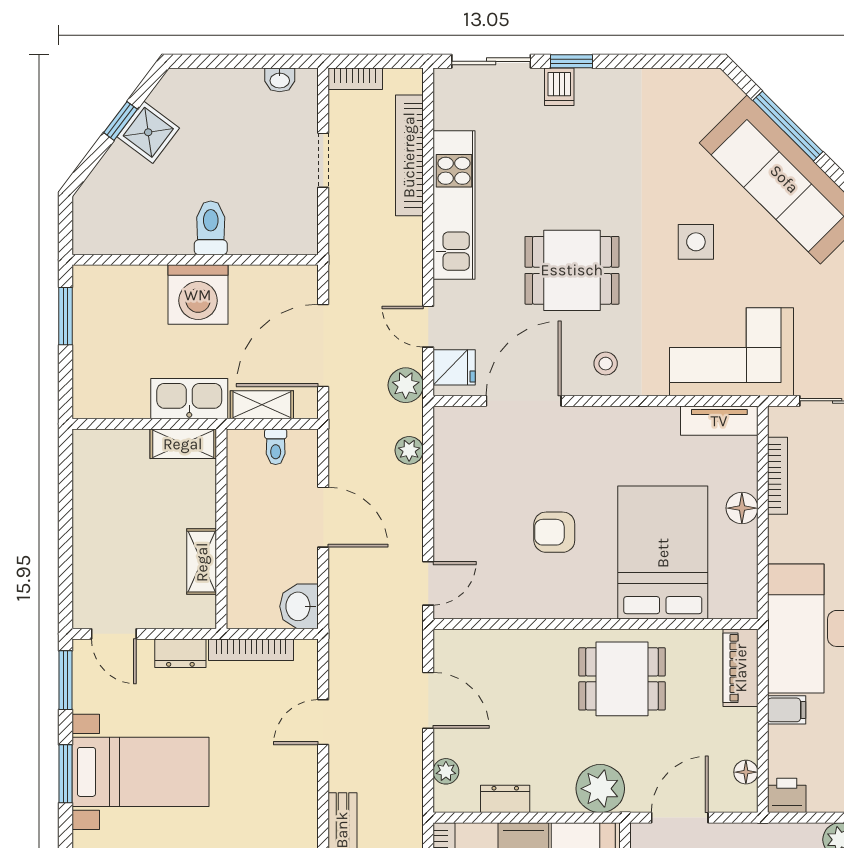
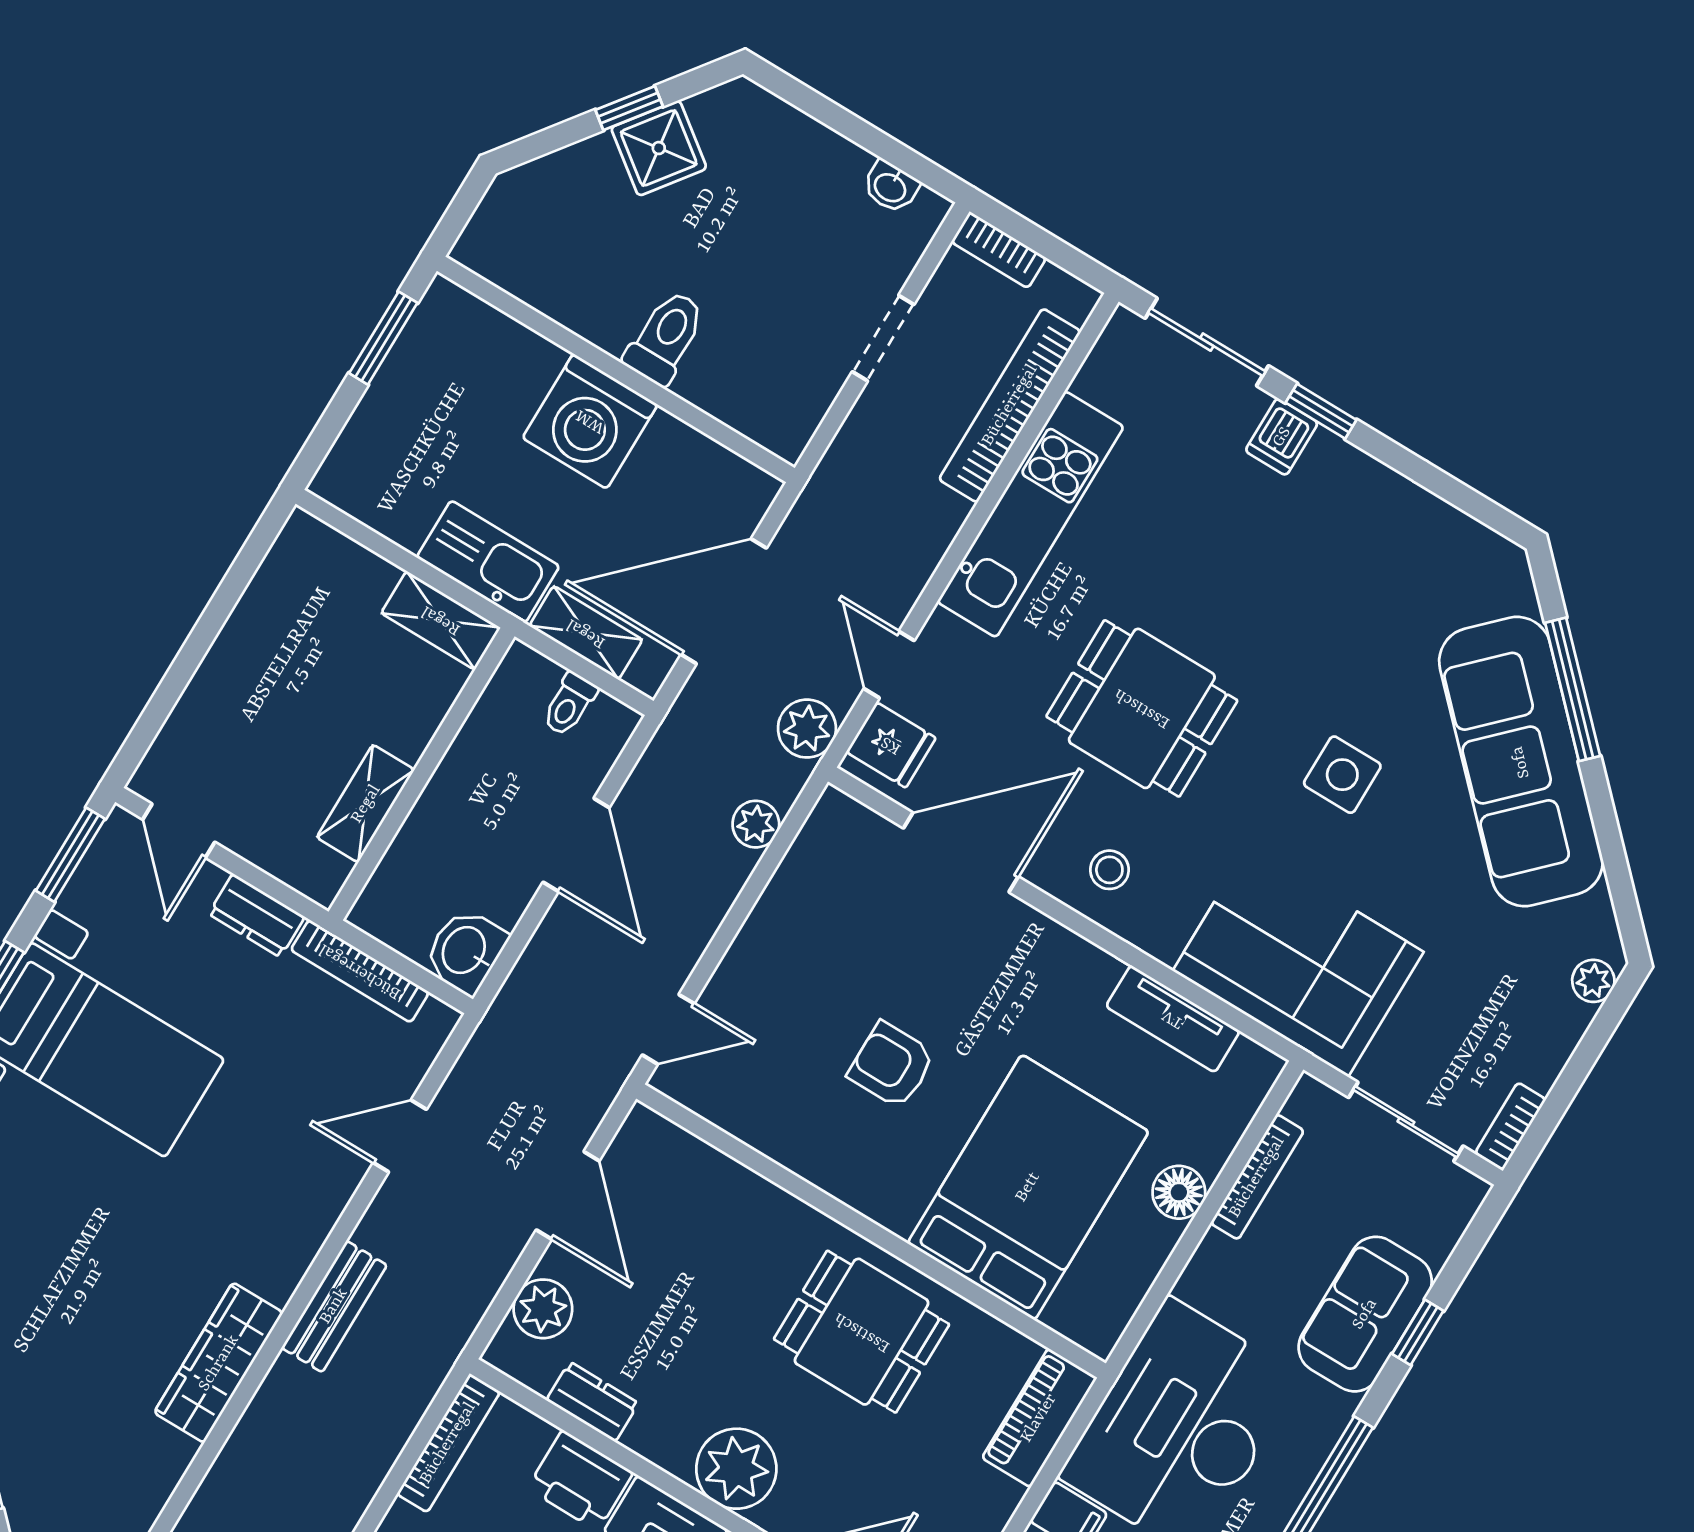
tv unit: (719, 421) -> (1173, 1019), moved
plant: (446, 771) -> (543, 1309), width x1.38, depth x1.38

